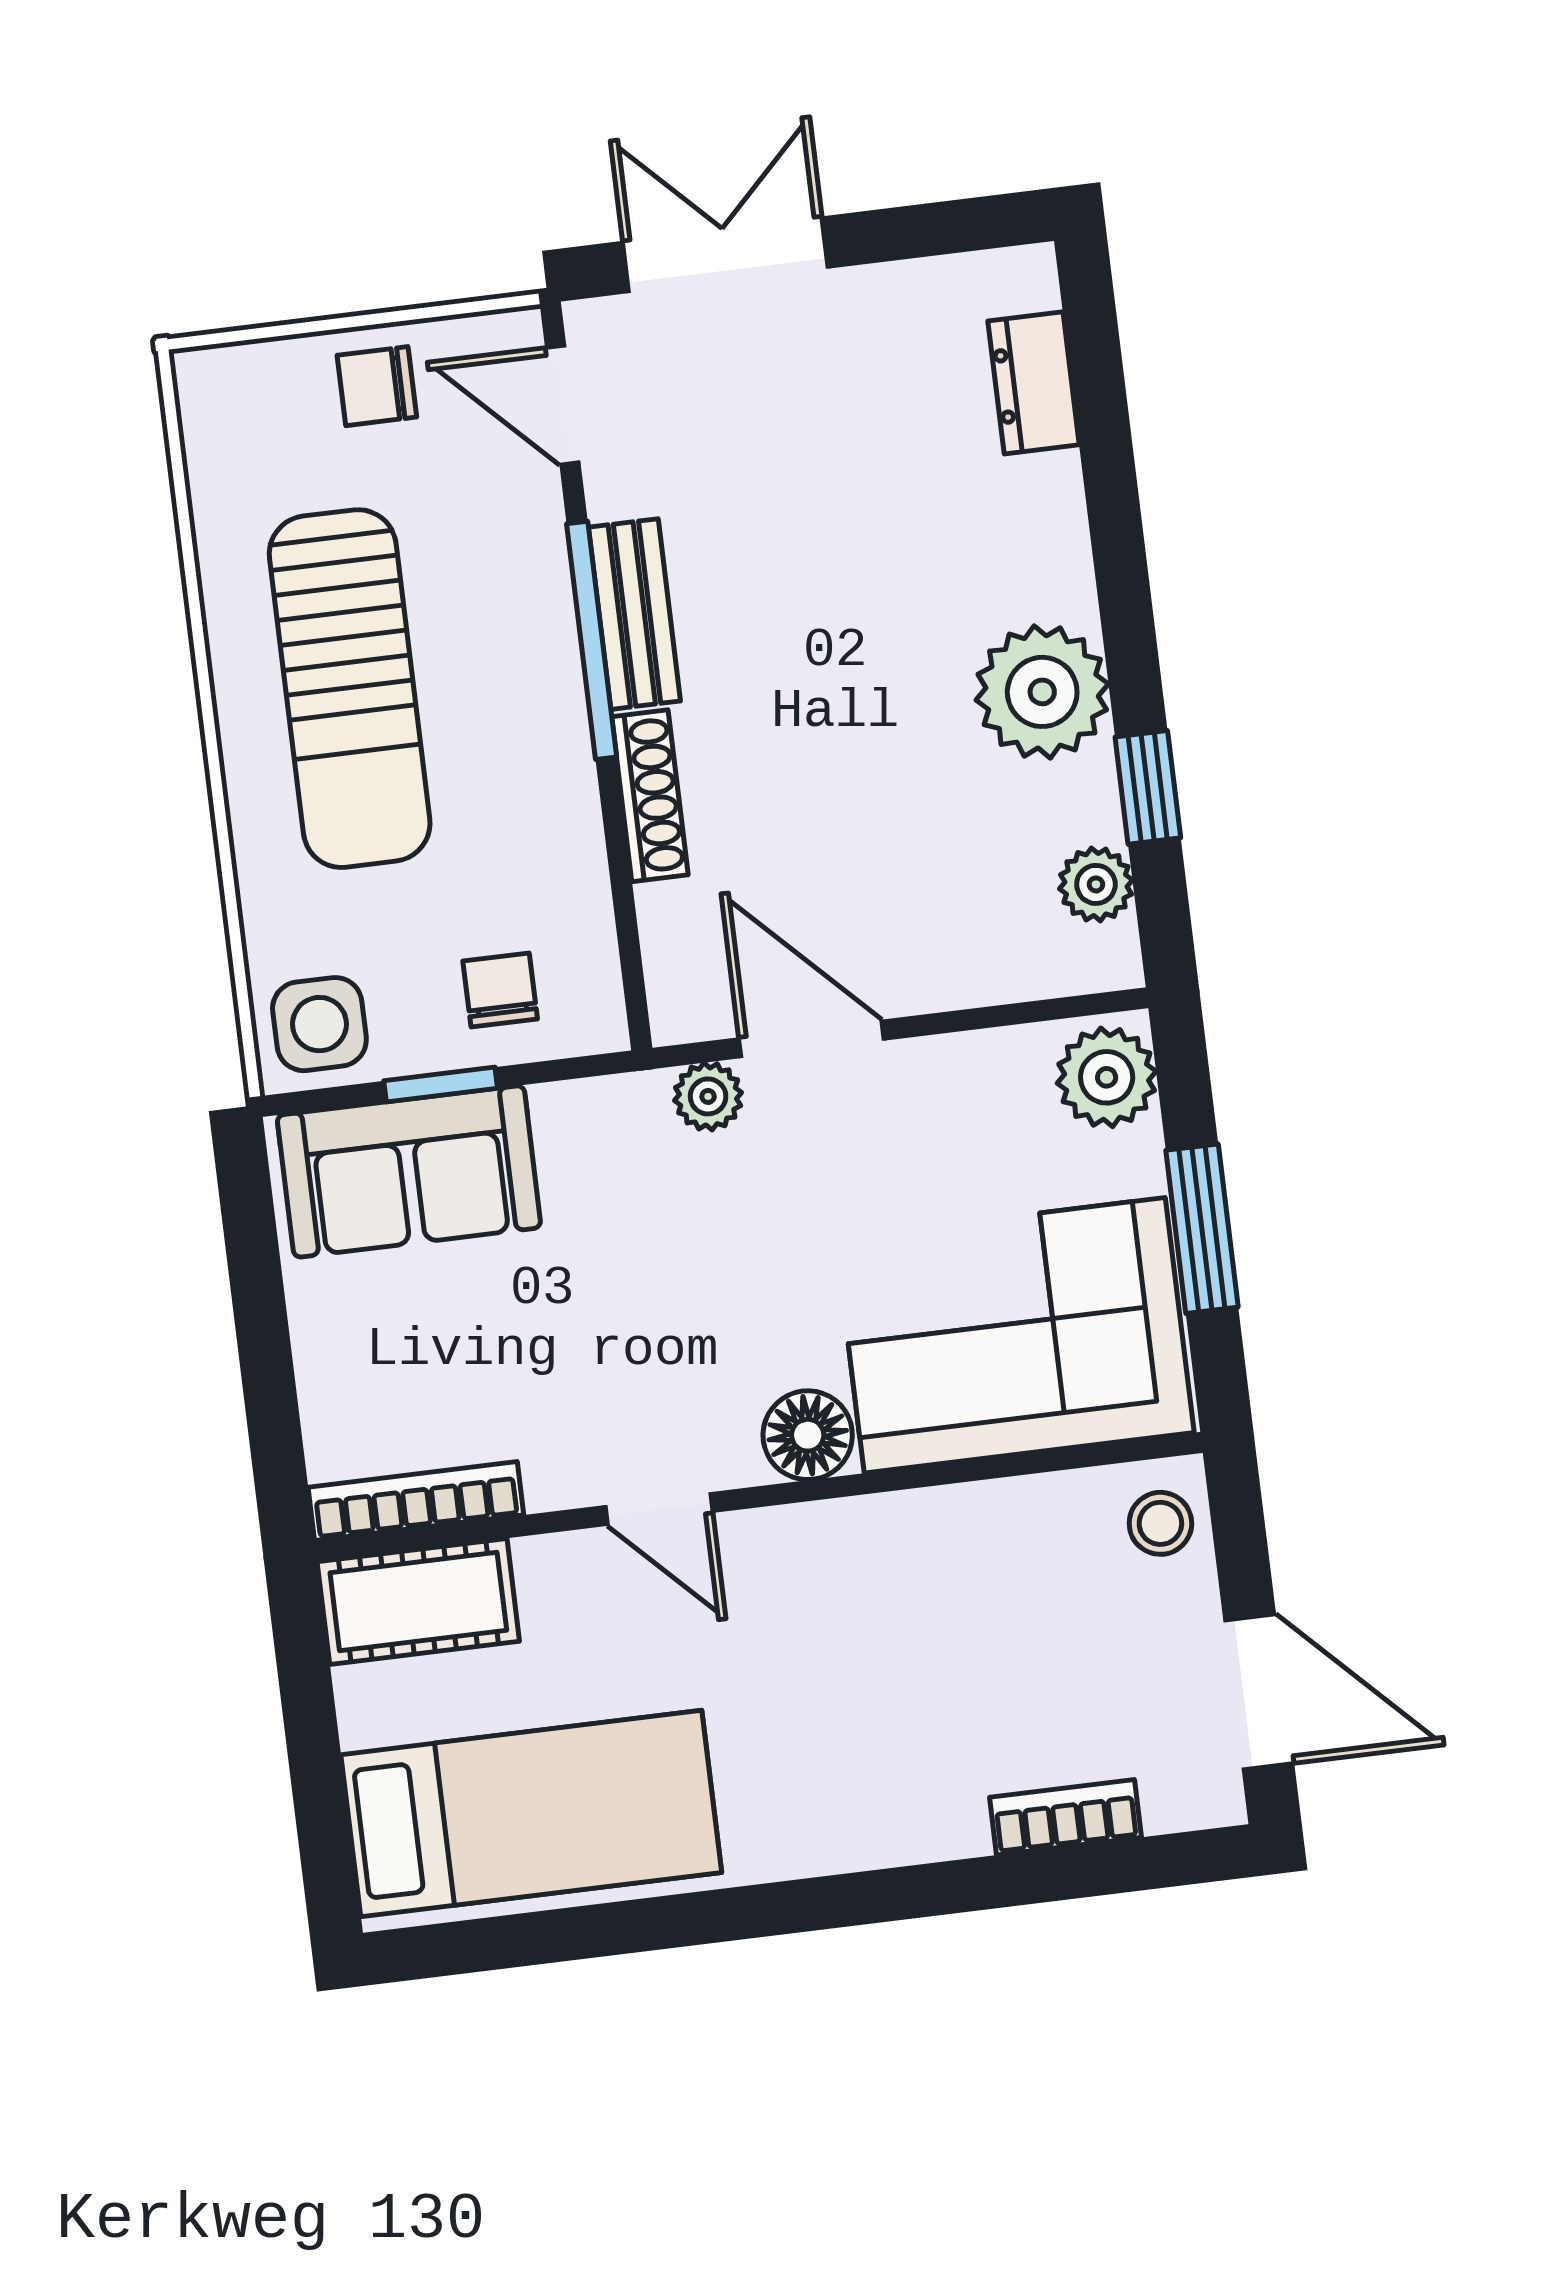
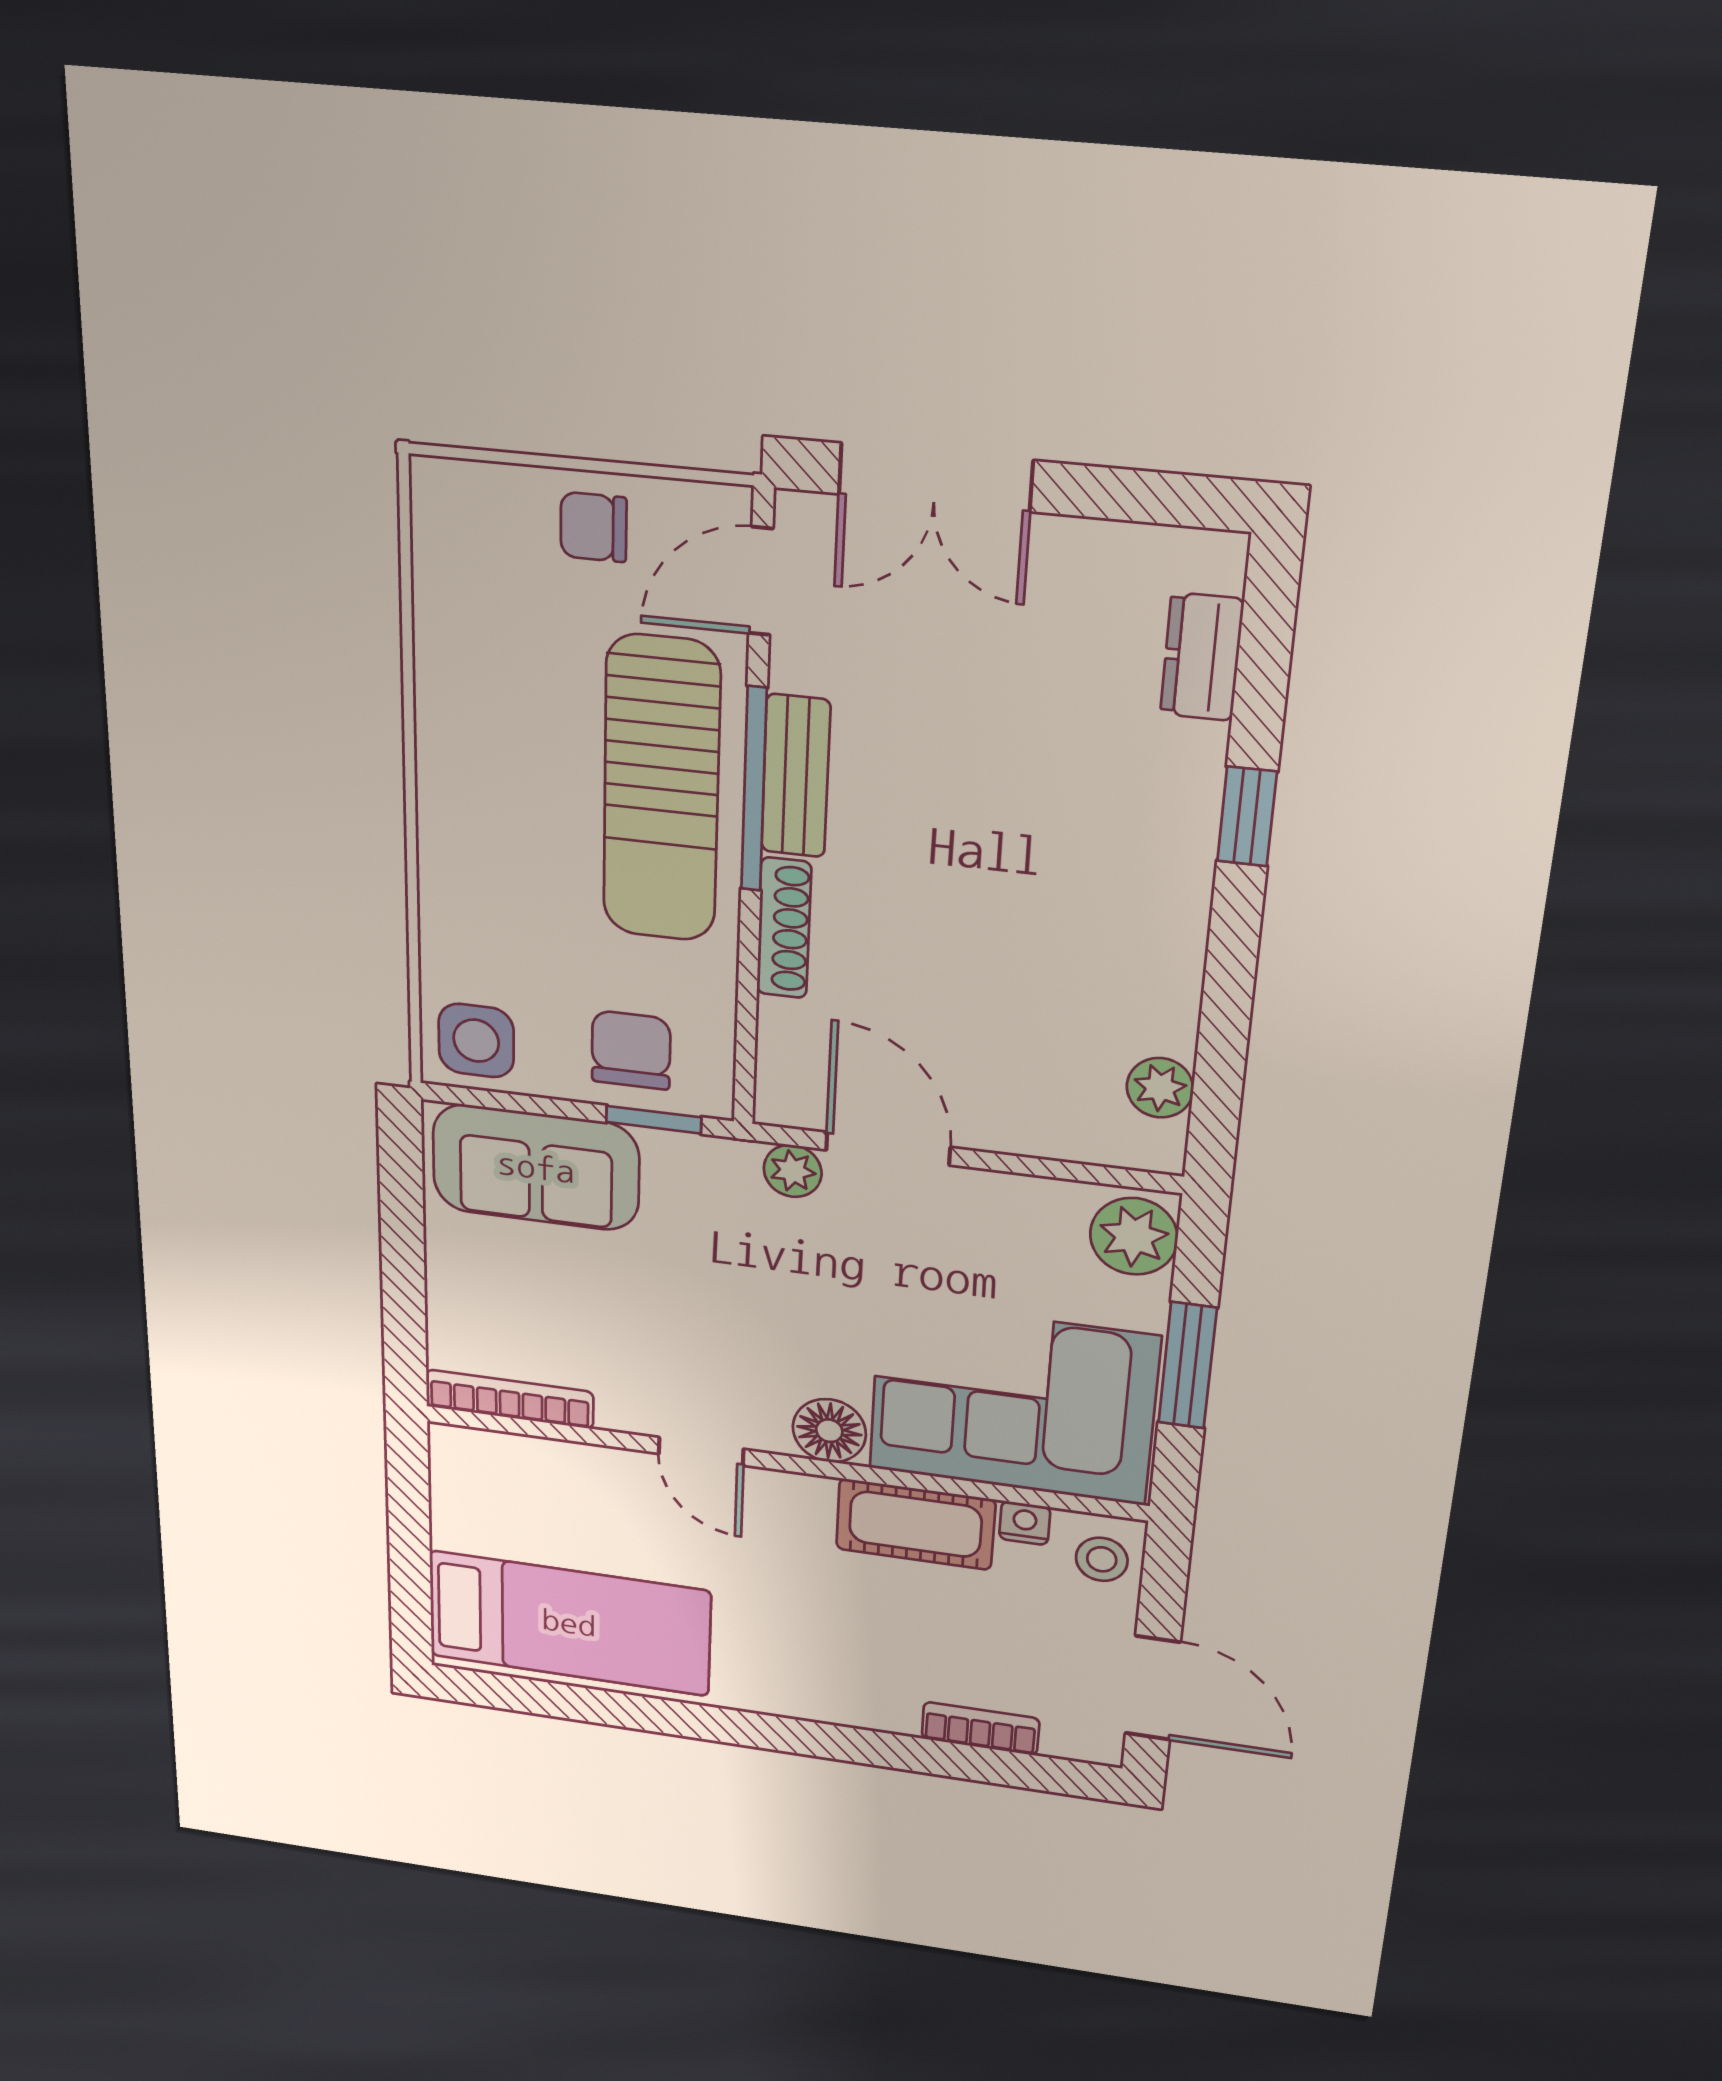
double door: (725, 255) -> (935, 477), swing flipped
door: (563, 405) -> (761, 581), hinge flipped
sun lounger: (350, 689) -> (661, 790), moved
plant: (1042, 692) -> (1149, 923), removed
window: (1148, 787) -> (1247, 816), moved
chair: (500, 990) -> (631, 1050), width x1.37, depth x1.37
window: (441, 1084) -> (654, 1120), moved
nightstand: (1061, 1498) -> (1025, 1523), added
cot: (418, 1601) -> (915, 1524), moved

